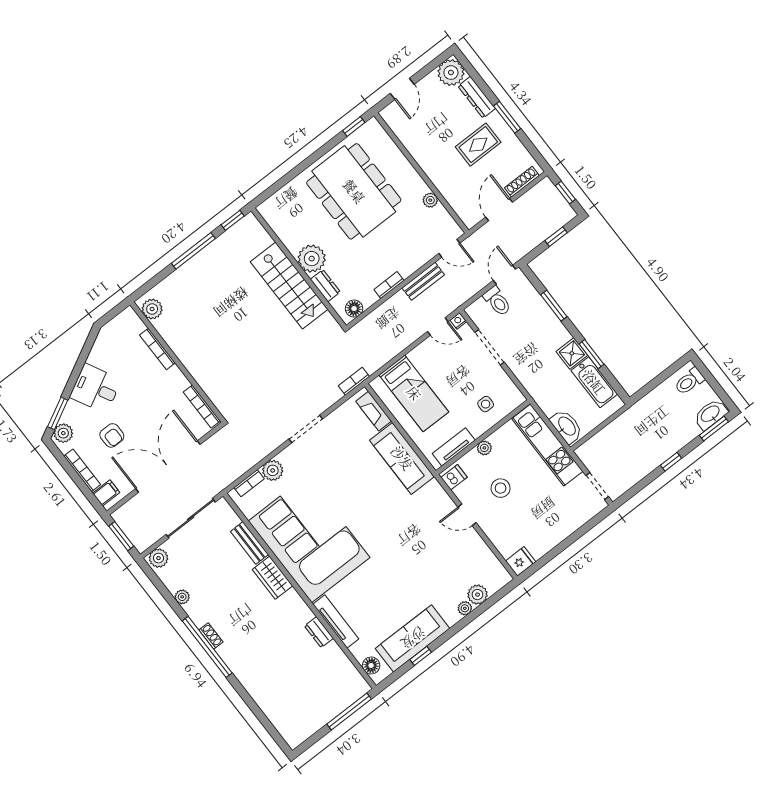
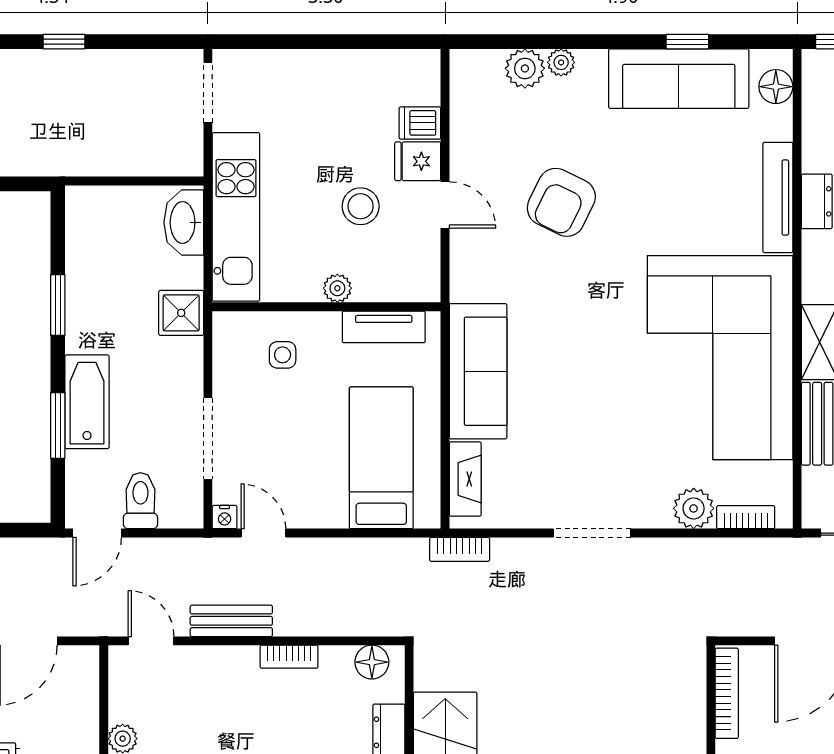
shower: (572, 353) -> (181, 313), moved
bathtub: (594, 382) -> (87, 402), moved
dishwasher: (454, 477) -> (420, 123), moved
armchair: (421, 552) -> (561, 202), added
fridge: (521, 561) -> (418, 161), moved

